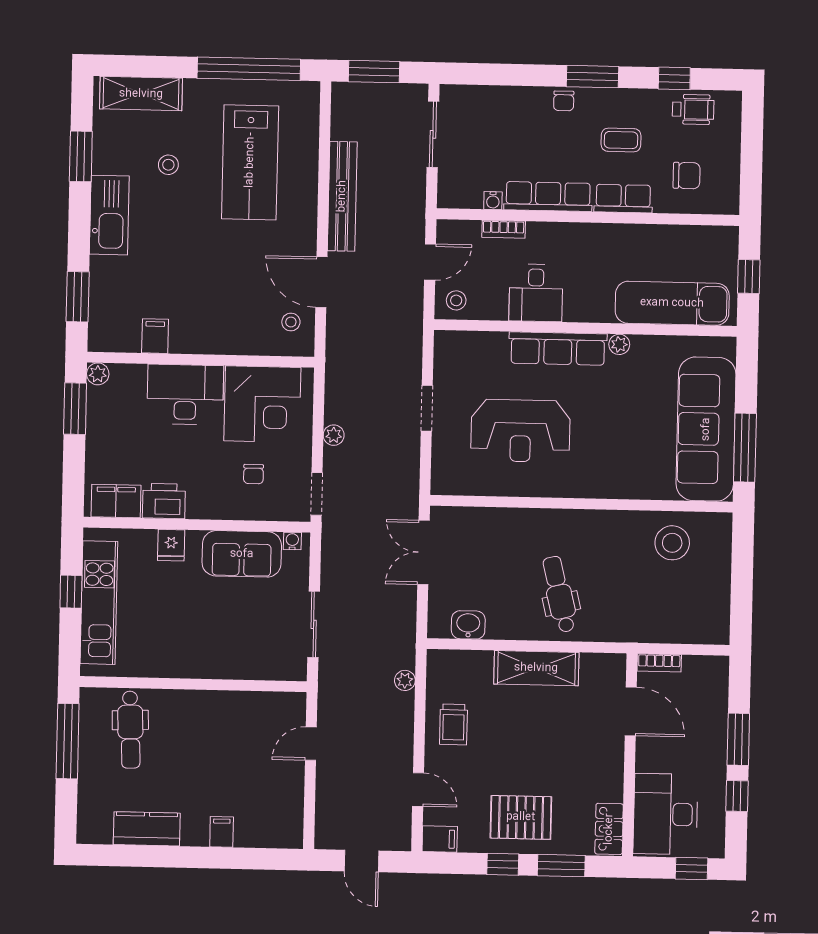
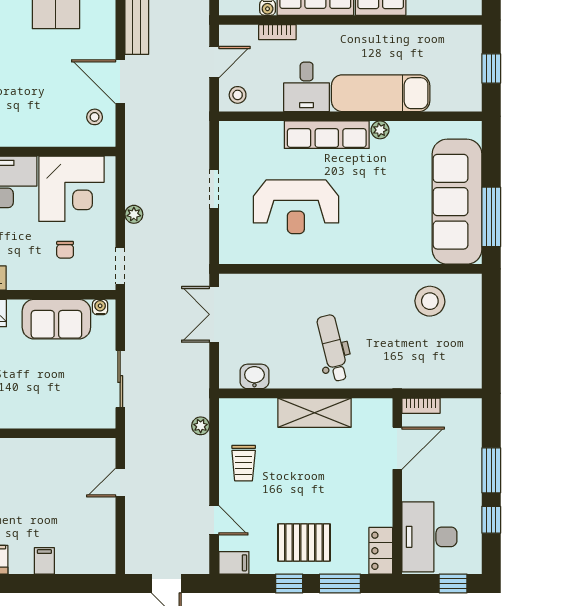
exam couch: (672, 303) -> (381, 93), moved
door: (631, 711) -> (397, 448), hinge flipped

